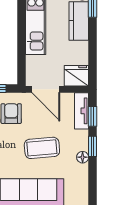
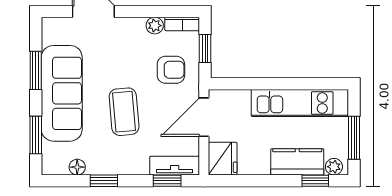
window: (93, 146) -> (104, 181), moved
floor lamp: (83, 157) -> (77, 167), moved

